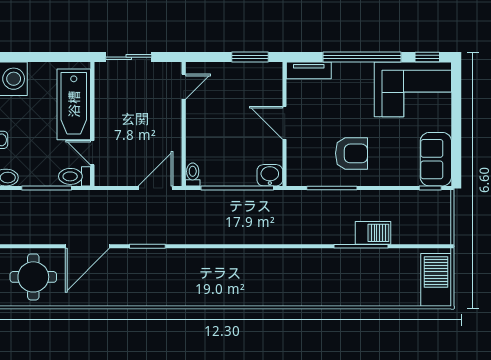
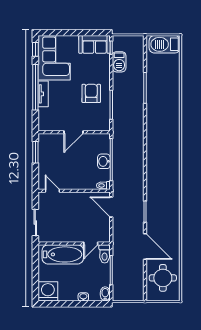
tv unit: (309, 70) -> (43, 94), moved
washbasin: (270, 175) -> (104, 161), moved
barbecue: (373, 233) -> (119, 62), moved, turned 180

